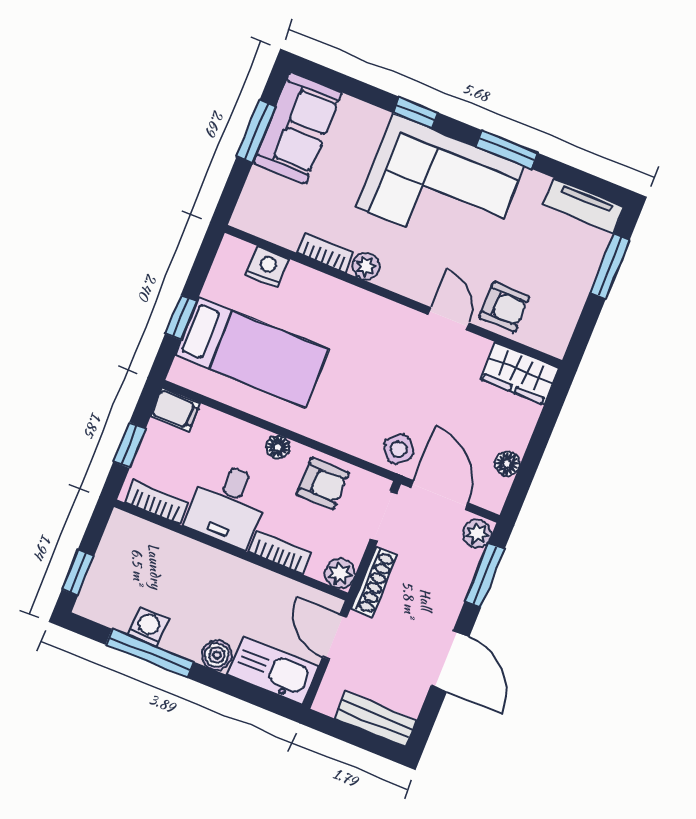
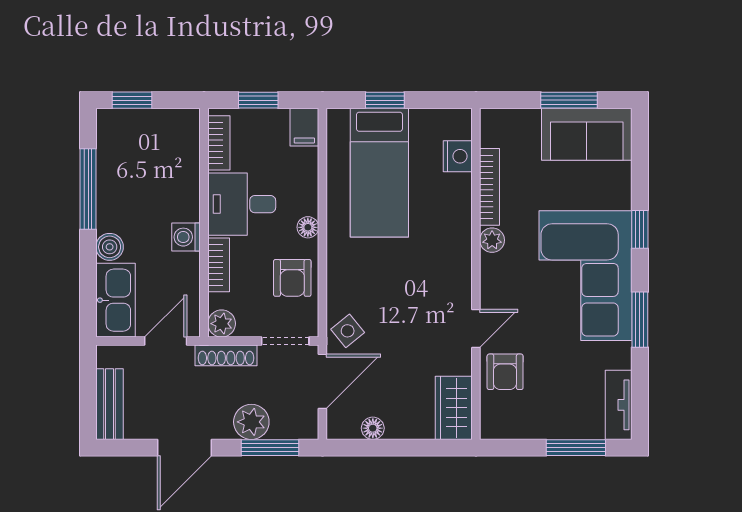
bookcase: (325, 253) -> (490, 187), width x1.56
plant: (477, 534) -> (251, 422), moved, width x1.38, depth x1.38
washing machine: (148, 627) -> (186, 237), moved, turned 180

